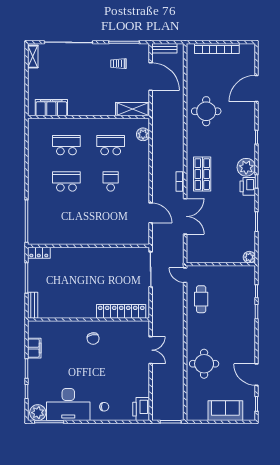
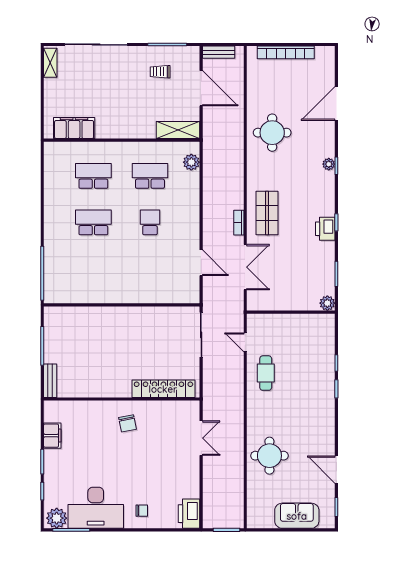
plant: (246, 167) -> (329, 164), moved, width x0.53, depth x0.53
locker: (39, 253) -> (58, 314), removed
plant: (249, 257) -> (327, 303), moved
wall: (221, 264) -> (291, 312), moved

